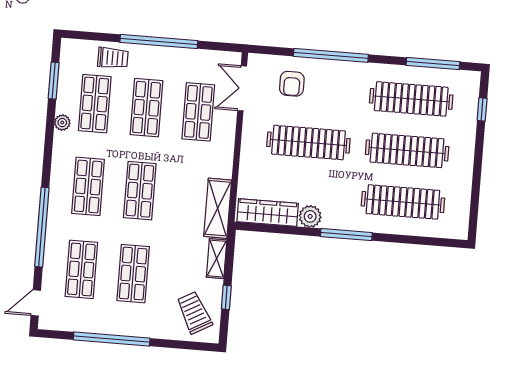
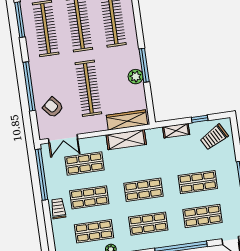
window: (159, 42) -> (41, 175), moved
trolley: (113, 58) -> (58, 209), moved
armchair: (292, 84) -> (53, 107), turned -131
shelving: (218, 208) -> (126, 140), moved
wardrobe: (268, 213) -> (127, 120), moved, turned 90
window: (346, 235) -> (144, 65), moved

